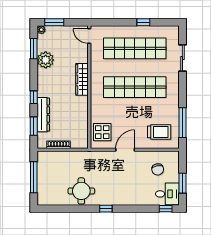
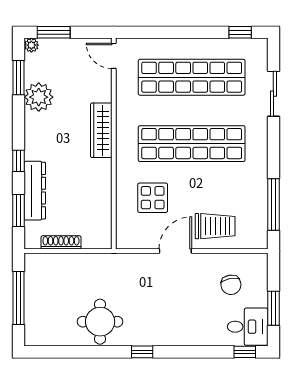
window: (143, 22) -> (240, 32), moved
display table: (102, 132) -> (153, 198), moved
trolley: (159, 132) -> (215, 226), moved

